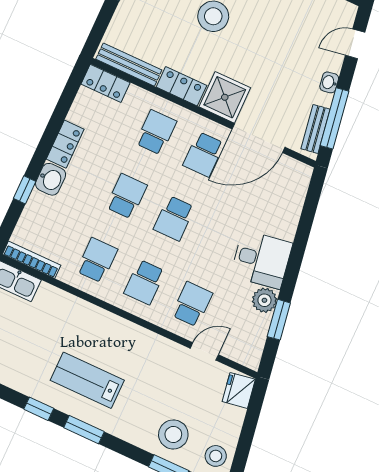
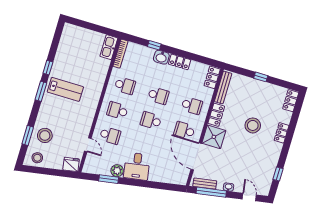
lab bench: (87, 380) -> (65, 89), turned 90

